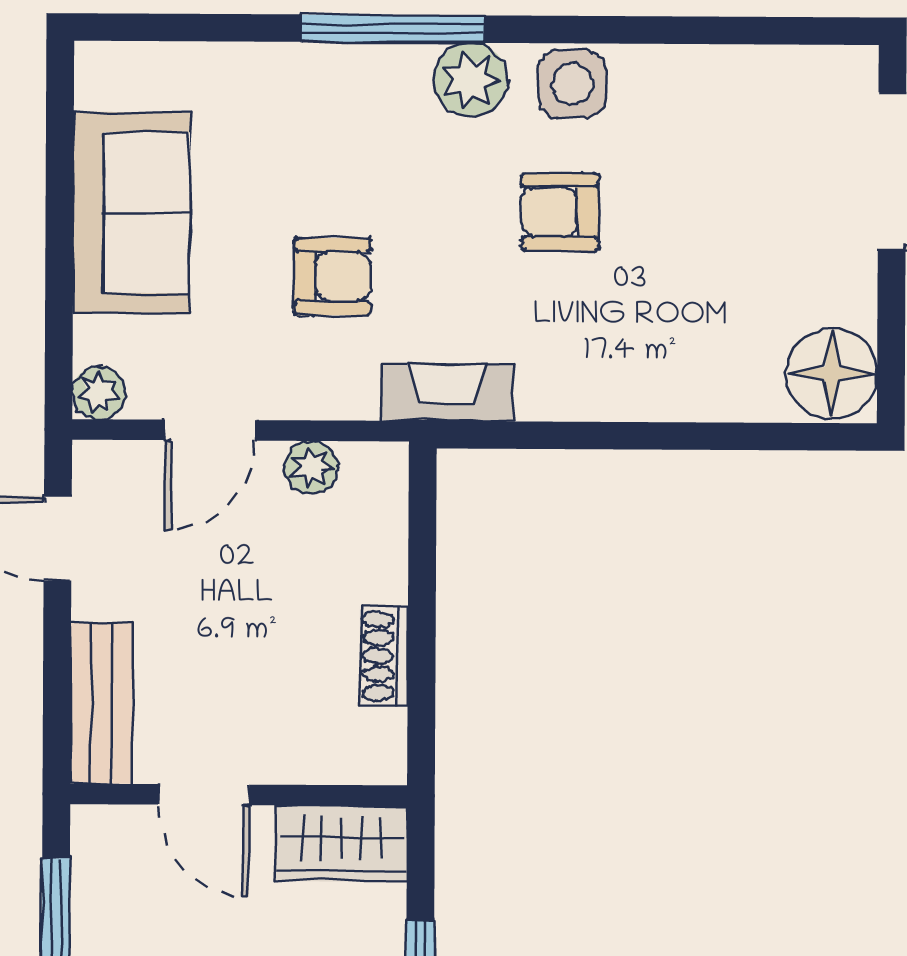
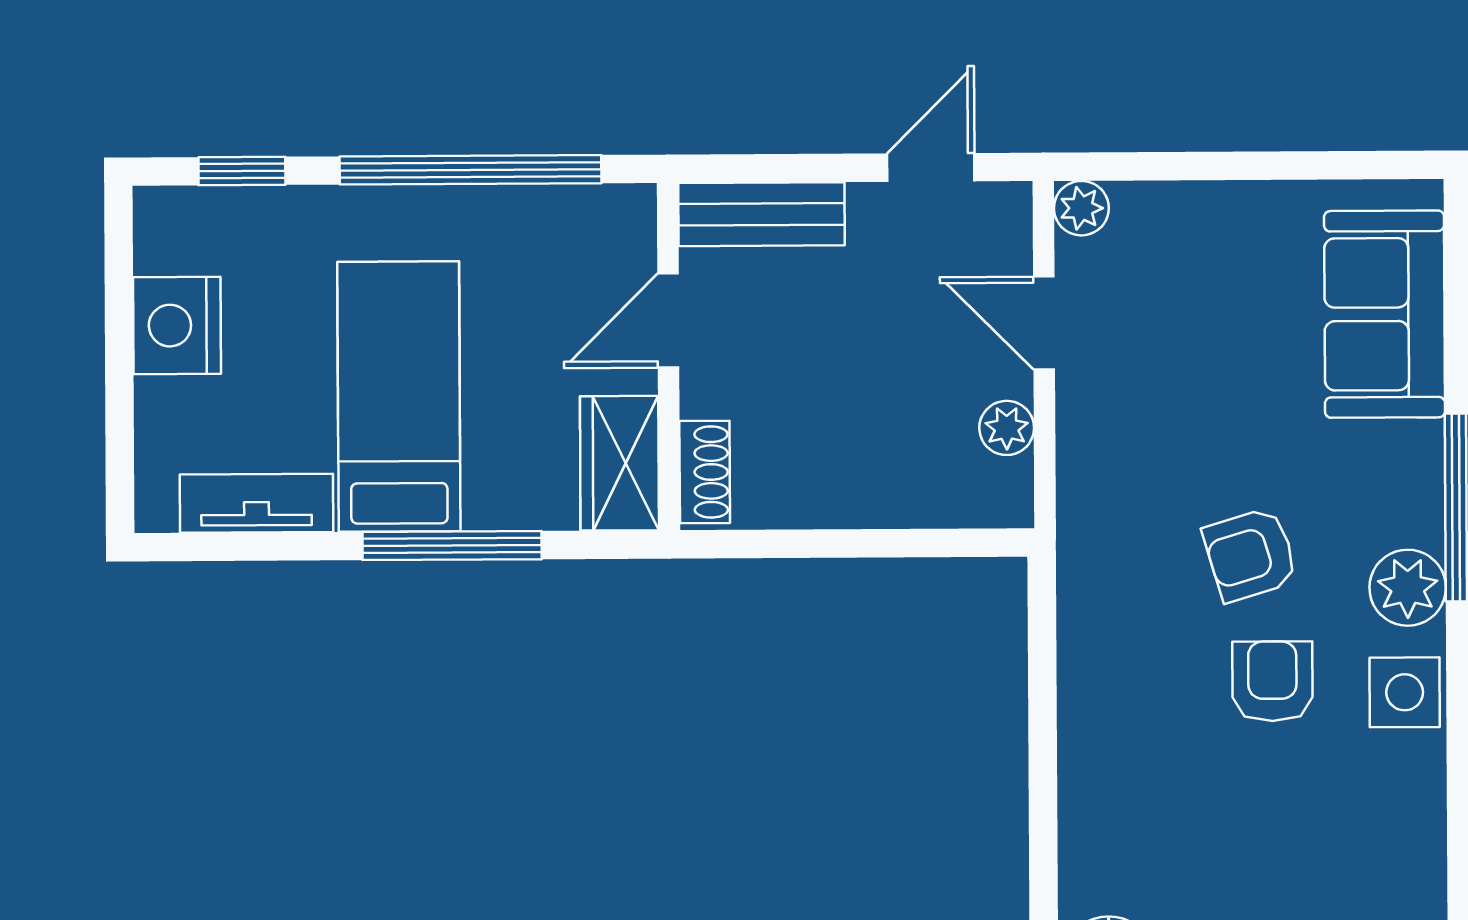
sofa: (131, 212) -> (1385, 314), moved, turned 90
armchair: (332, 277) -> (1250, 555), moved, turned 73
fireplace: (447, 393) -> (1085, 567), removed
shoe rack: (384, 656) -> (705, 472), moved, turned 90

